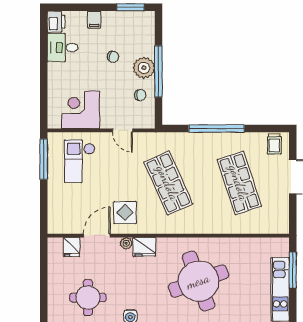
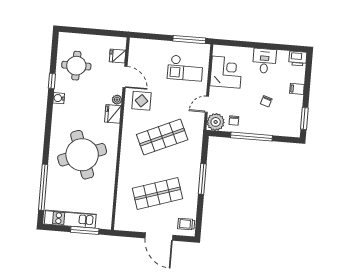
desk: (63, 48) -> (264, 61), moved
plant: (144, 68) -> (216, 122), moved
window: (217, 128) -> (202, 179), width x0.68
checkout: (80, 161) -> (185, 68), turned 180

